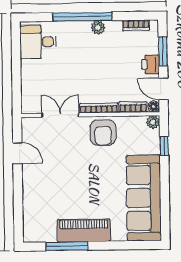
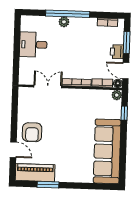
plant: (98, 27) -> (64, 22), moved
desk: (38, 42) -> (33, 45), moved
armchair: (103, 133) -> (32, 132), moved
door: (17, 153) -> (13, 150), moved
piano: (84, 230) -> (35, 173), moved
window: (67, 246) -> (48, 185), width x0.69

